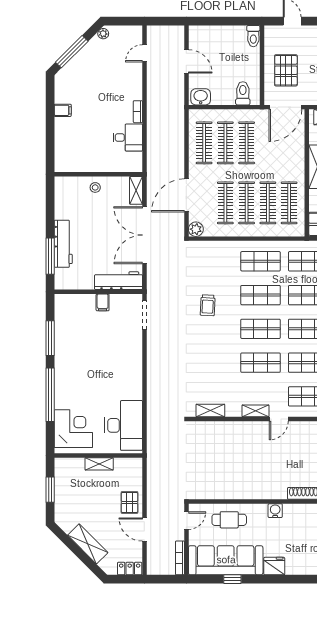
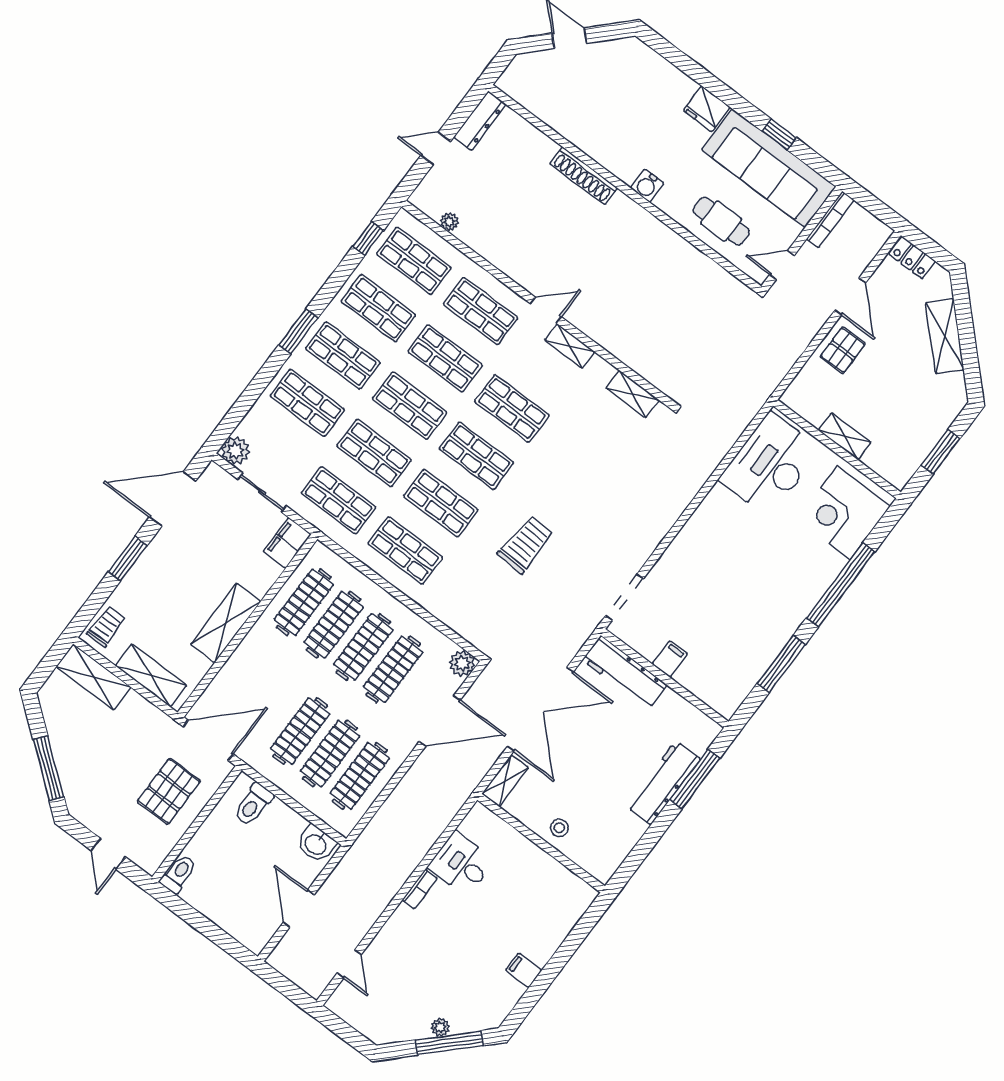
plant: (103, 34) -> (440, 1027), moved
door: (144, 53) -> (349, 964), hinge flipped
trolley: (208, 305) -> (526, 545), width x1.36, depth x1.39

